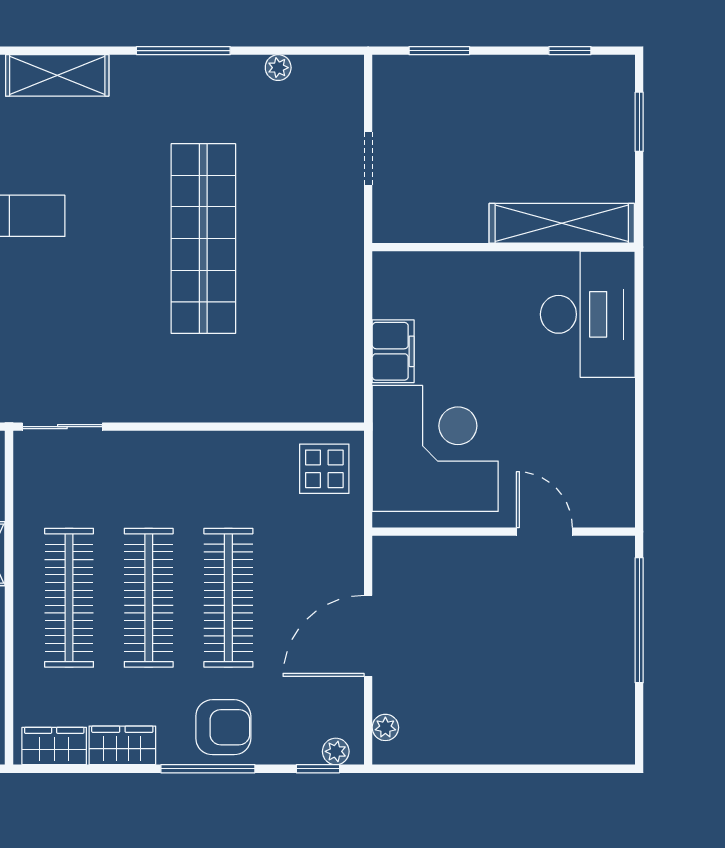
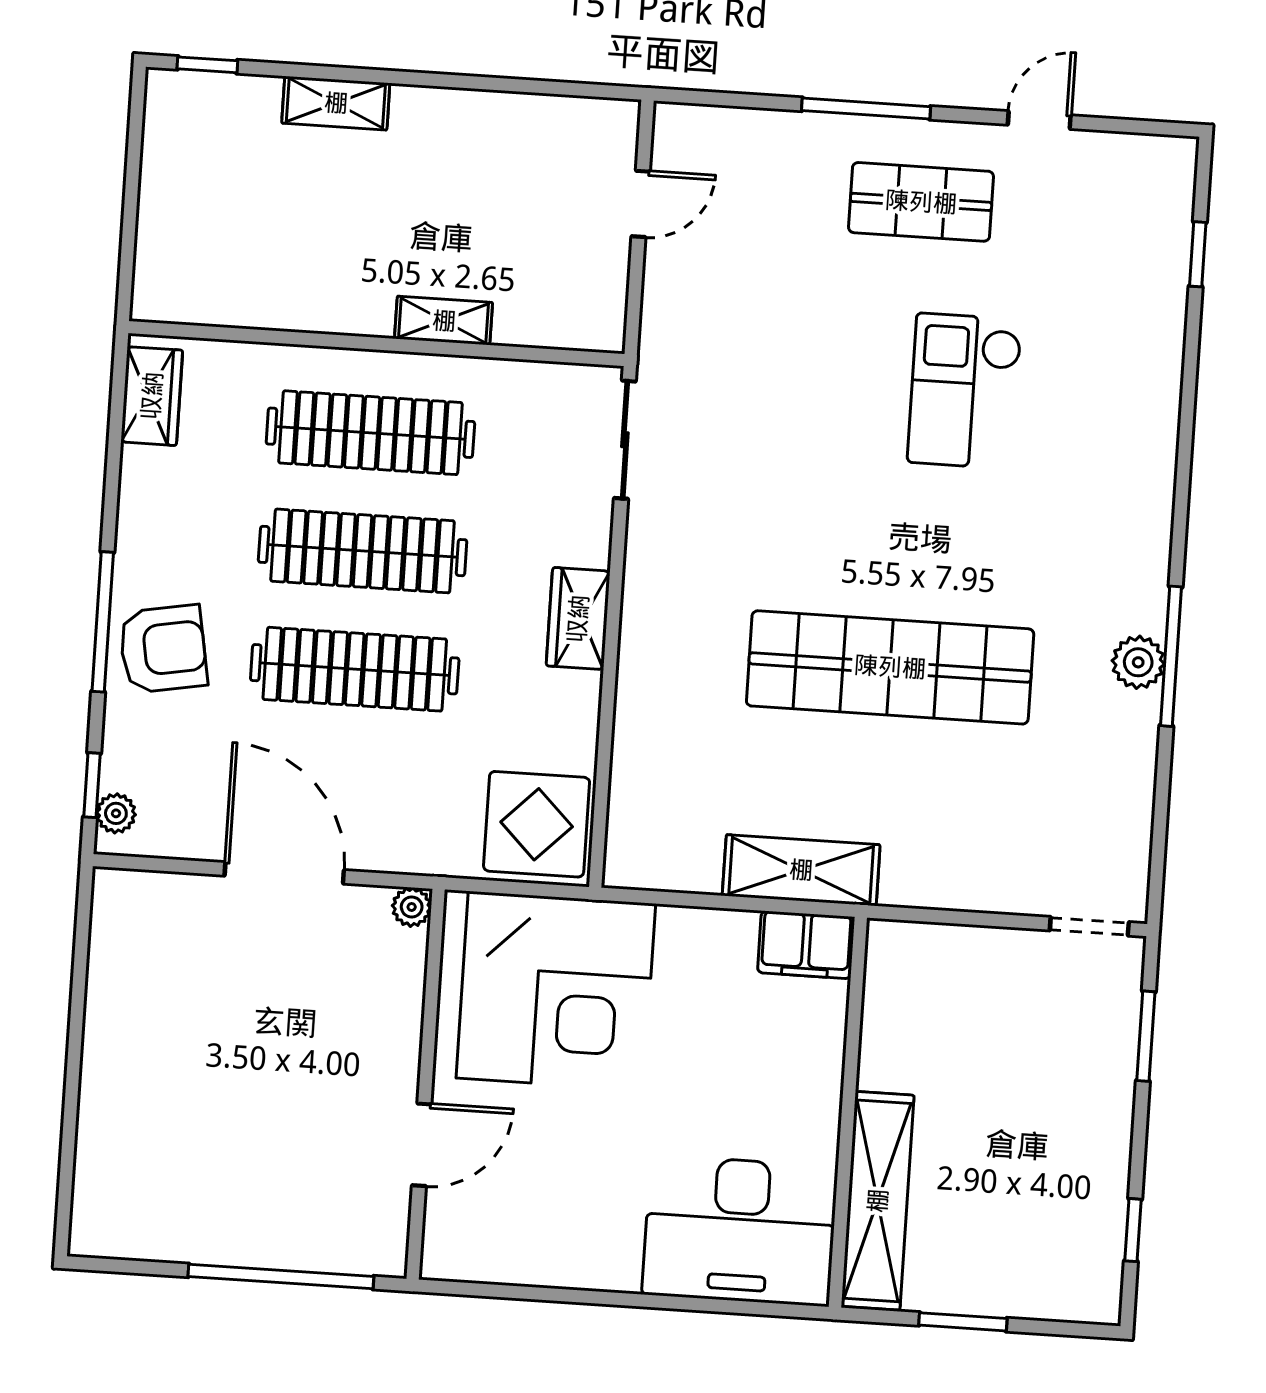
plant: (278, 68) -> (1138, 662), moved, width x1.38, depth x1.38
shelving: (57, 75) -> (801, 870), moved, turned 90
window: (639, 122) -> (963, 1322), moved
doorway: (368, 158) -> (1089, 926), moved
filing cabinet: (393, 351) -> (806, 945), moved
display table: (324, 469) -> (537, 824), width x1.36, depth x1.36
armchair: (223, 727) -> (163, 649), turned -100
plant: (385, 727) -> (412, 907), moved
wardrobe: (122, 745) -> (578, 619), moved, turned 180

